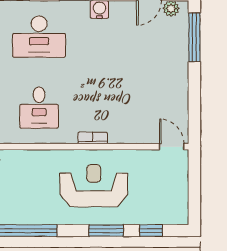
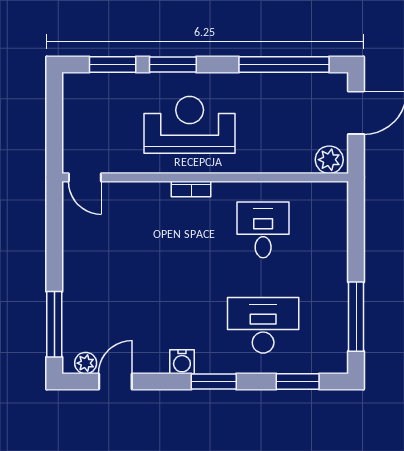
reception desk: (94, 186) -> (190, 125), turned 180
window: (151, 231) -> (113, 65), width x1.50

